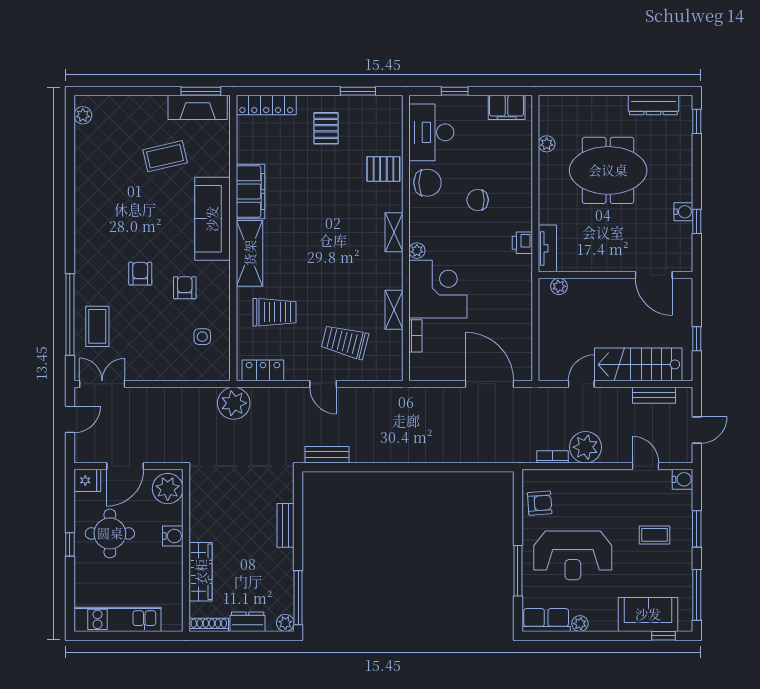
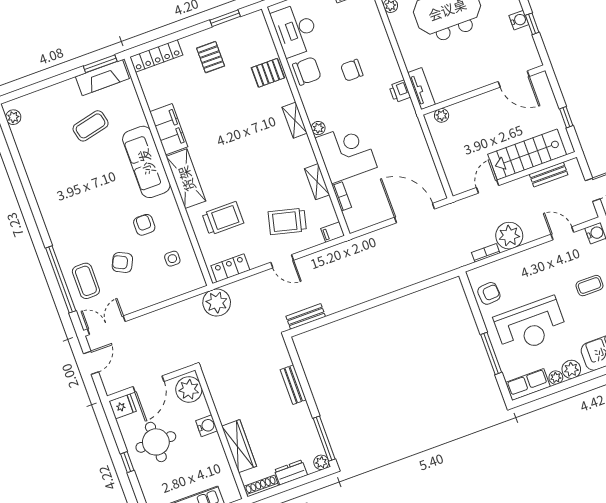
armchair: (140, 274) -> (122, 262), moved, turned -64
filing cabinet: (391, 372) -> (333, 232), added
plant: (600, 621) -> (571, 369), added

